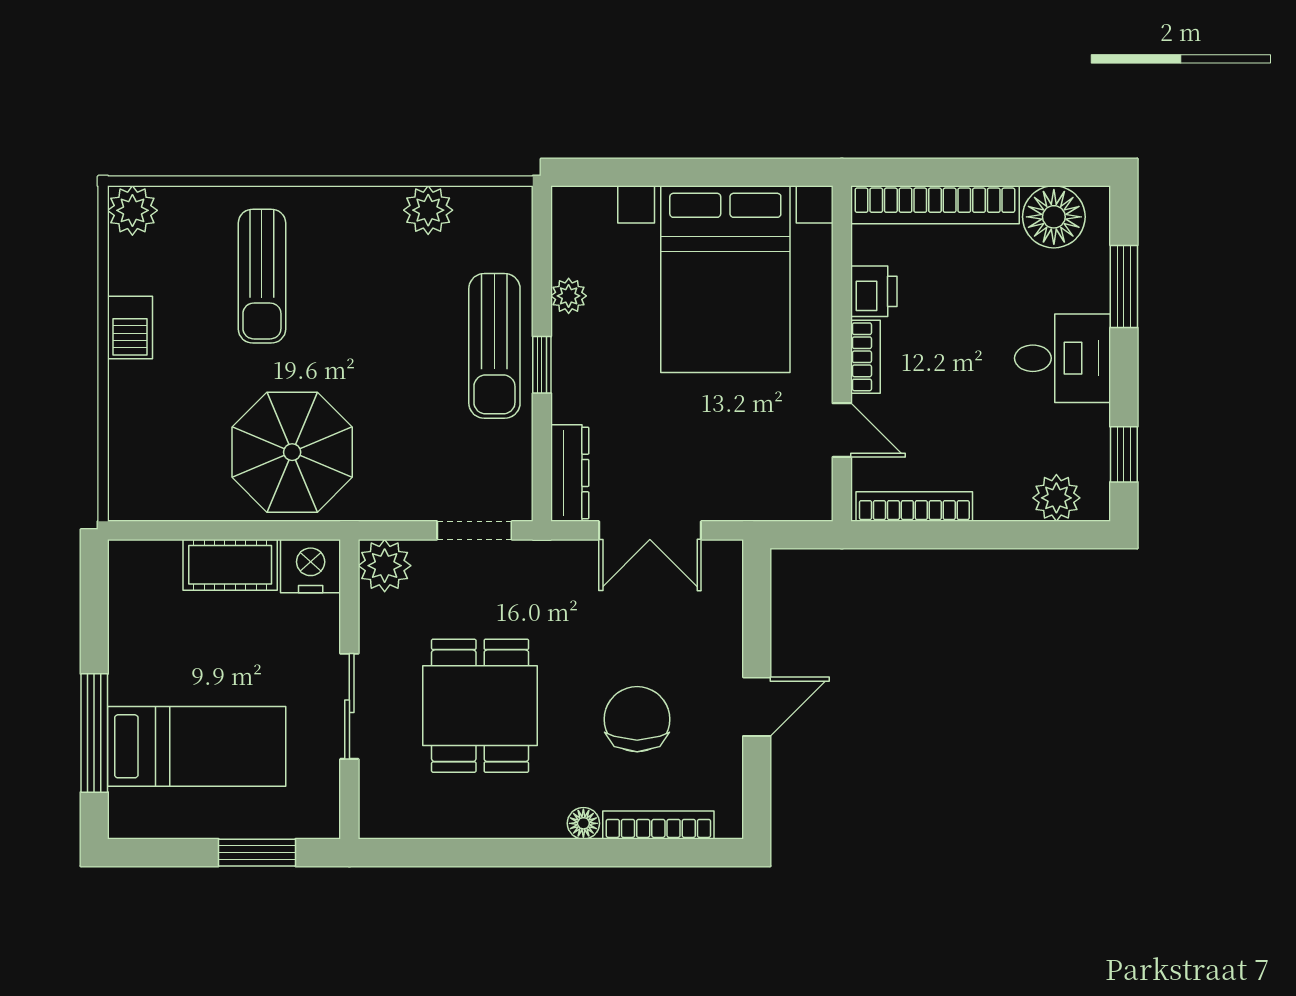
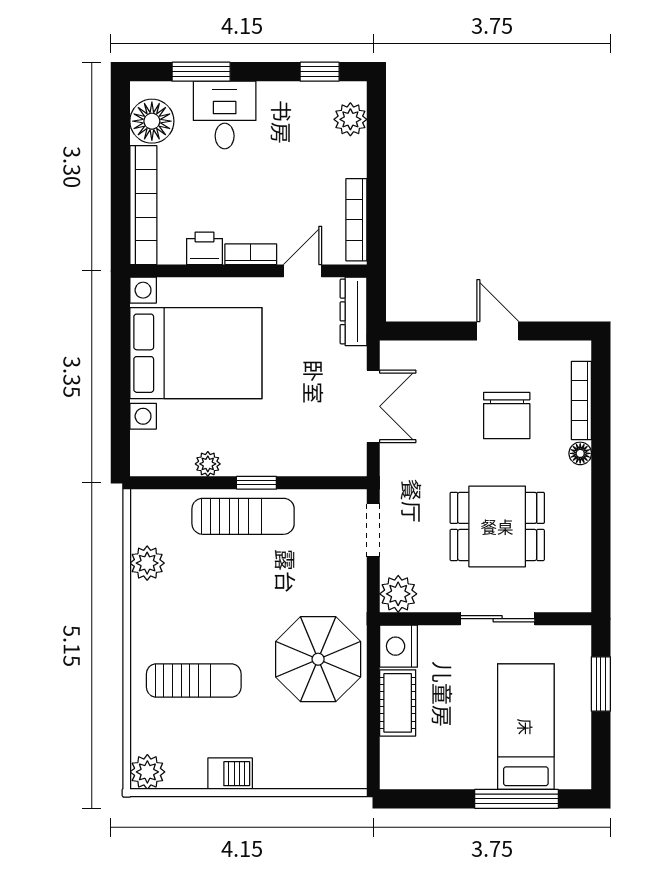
desk: (1063, 358) -> (225, 115), moved
dresser: (570, 473) -> (354, 311), moved, turned -90
chair: (637, 719) -> (507, 416), turned -90

